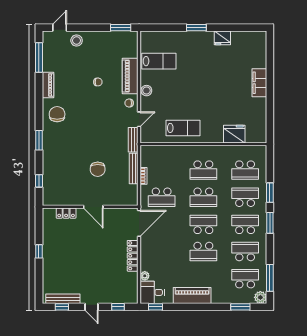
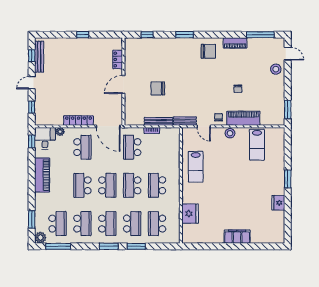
school desk: (162, 252) -> (82, 147), added

